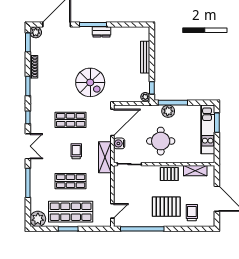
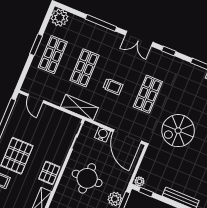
shelving: (105, 157) -> (79, 107), moved
shop shelf: (71, 212) -> (53, 55), width x0.70, depth x0.74

